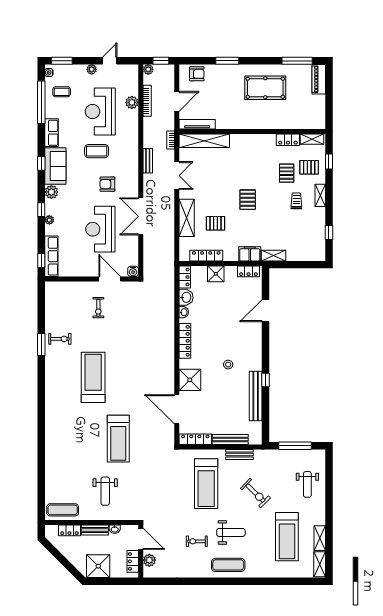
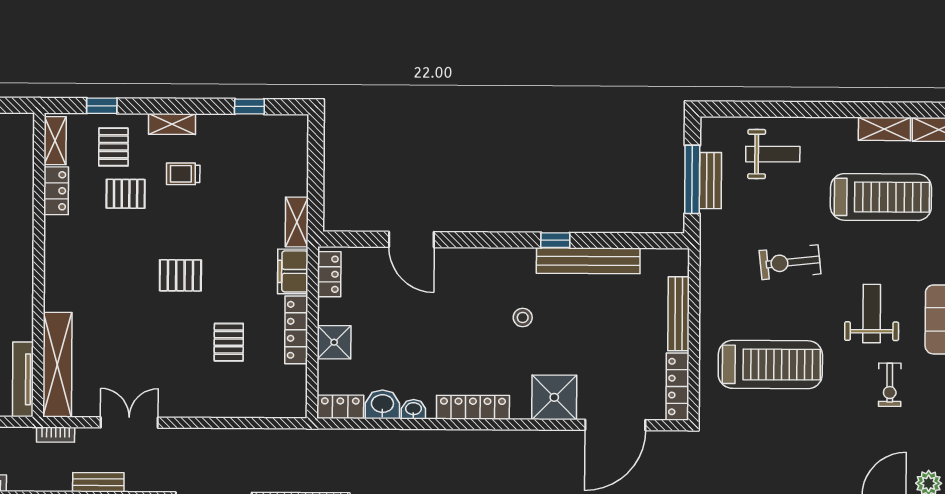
shelving: (187, 218) -> (217, 402), removed
locker: (206, 256) -> (296, 330), moved
bench: (240, 454) -> (710, 181), moved
exercise bike: (255, 493) -> (790, 262), turned -140

